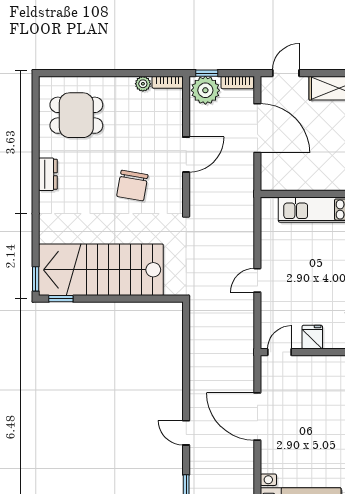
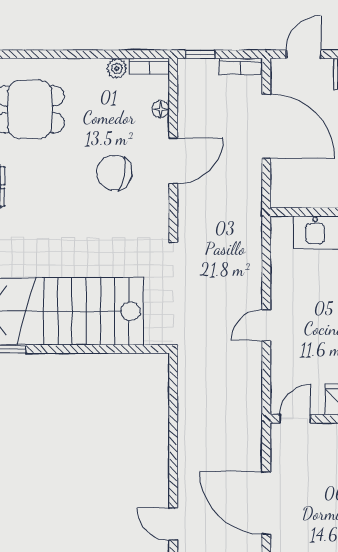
plant: (205, 90) -> (198, 77), removed
floor lamp: (177, 115) -> (161, 109), added
chair: (132, 186) -> (114, 173), moved, turned 90

